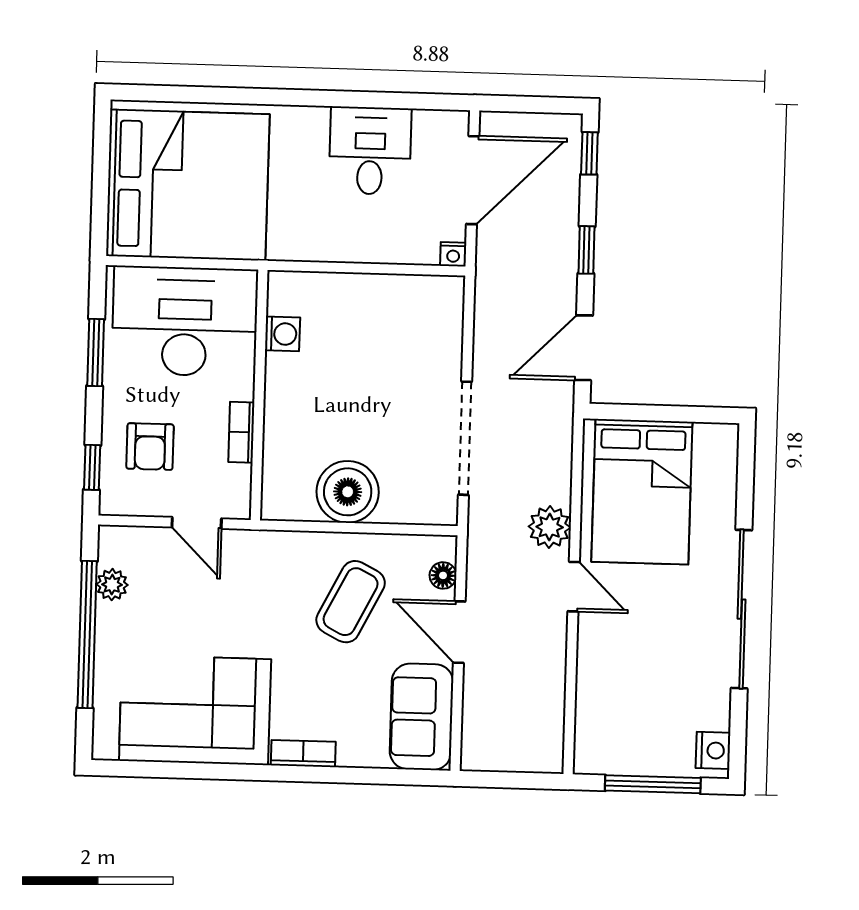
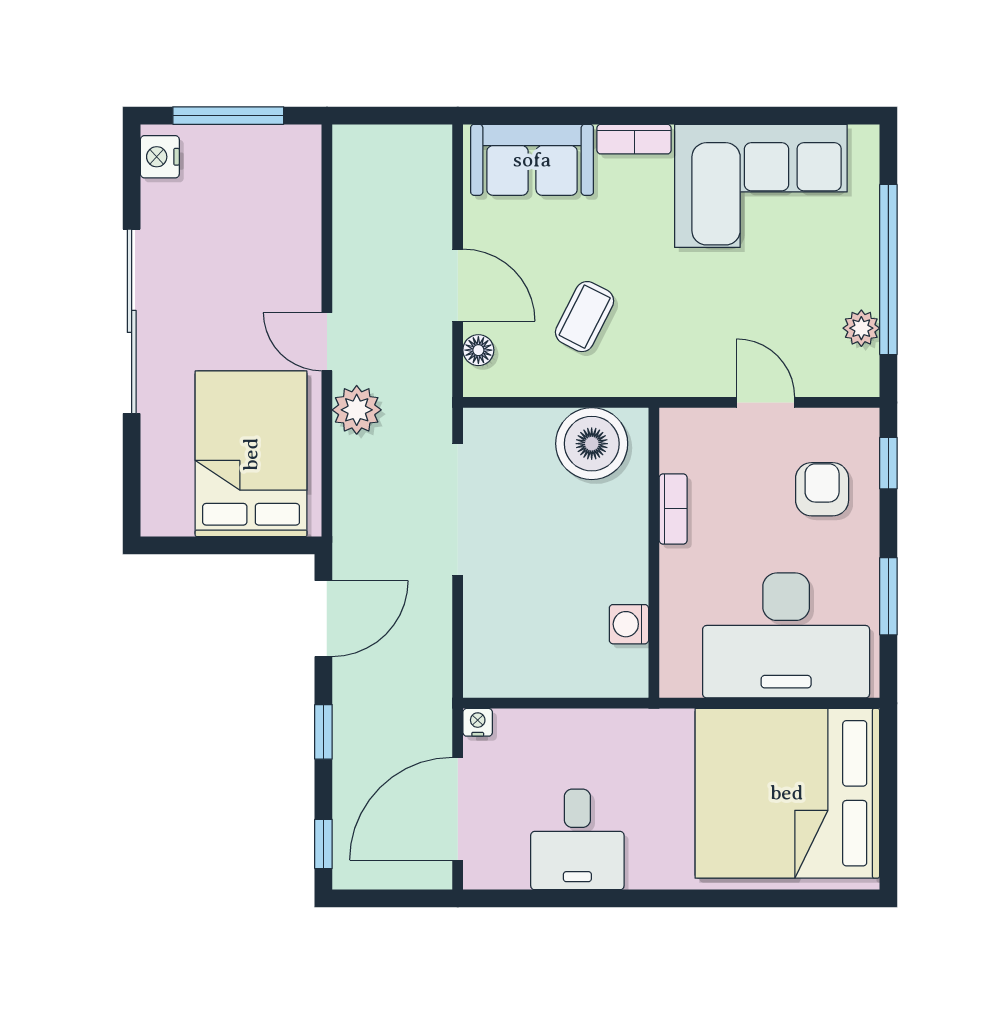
washing machine: (283, 334) -> (629, 624), moved
wall: (259, 395) -> (654, 553), moved
bookcase: (241, 432) -> (673, 509), moved
coffee table: (351, 602) -> (585, 317), width x0.73, depth x0.77
sofa: (422, 717) -> (532, 160), moved, turned 90

